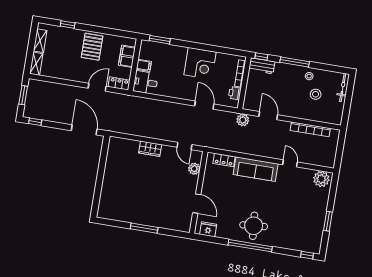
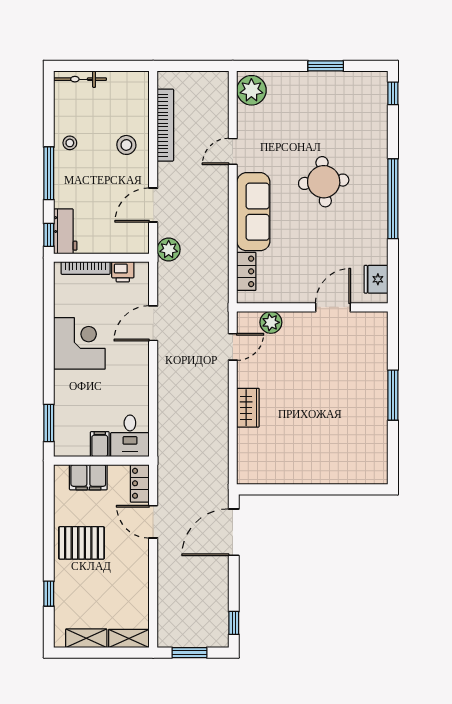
stool: (316, 94) -> (126, 145), moved
round table: (254, 226) -> (324, 182), moved

